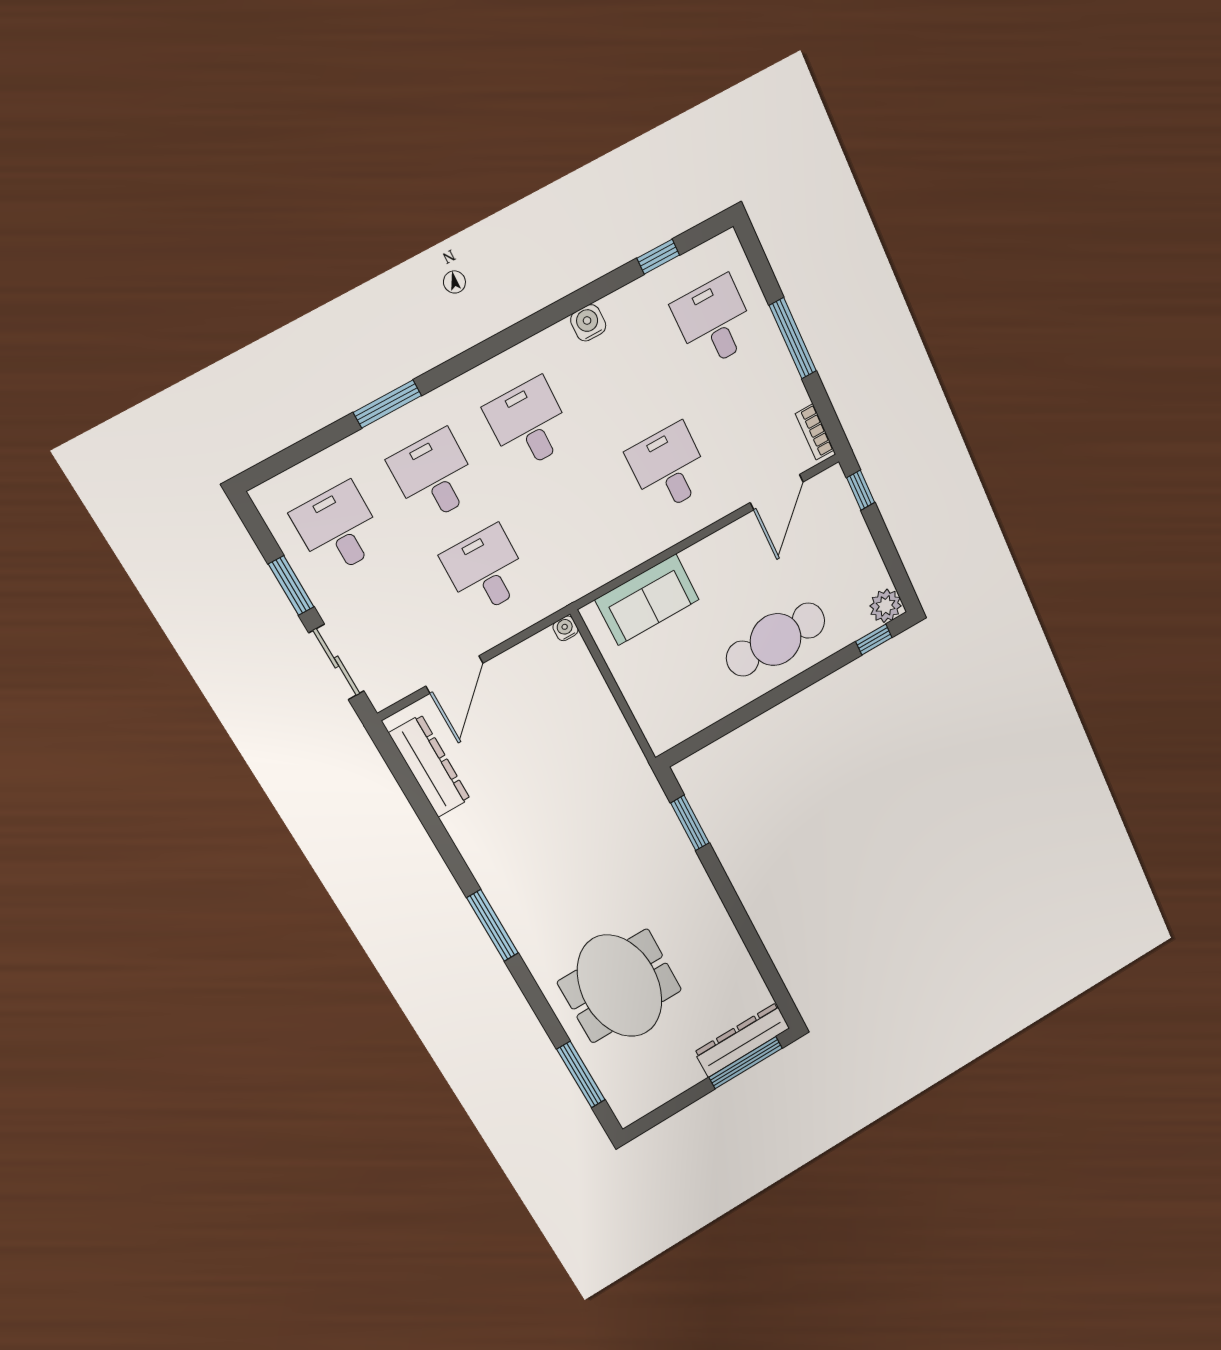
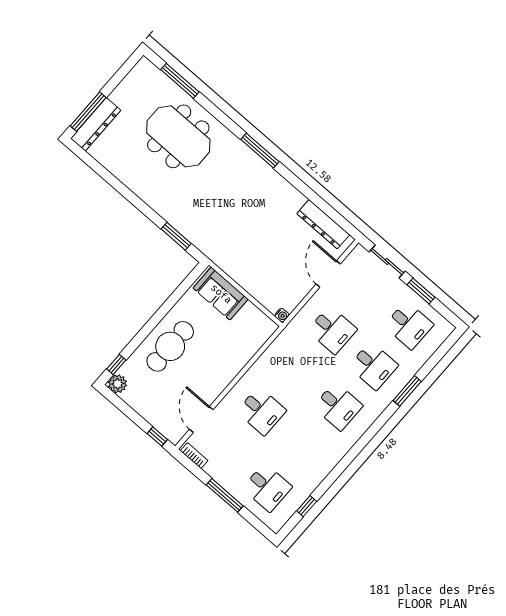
water cooler: (588, 323) -> (328, 463), removed
sofa: (647, 600) -> (221, 294), moved, turned -90

